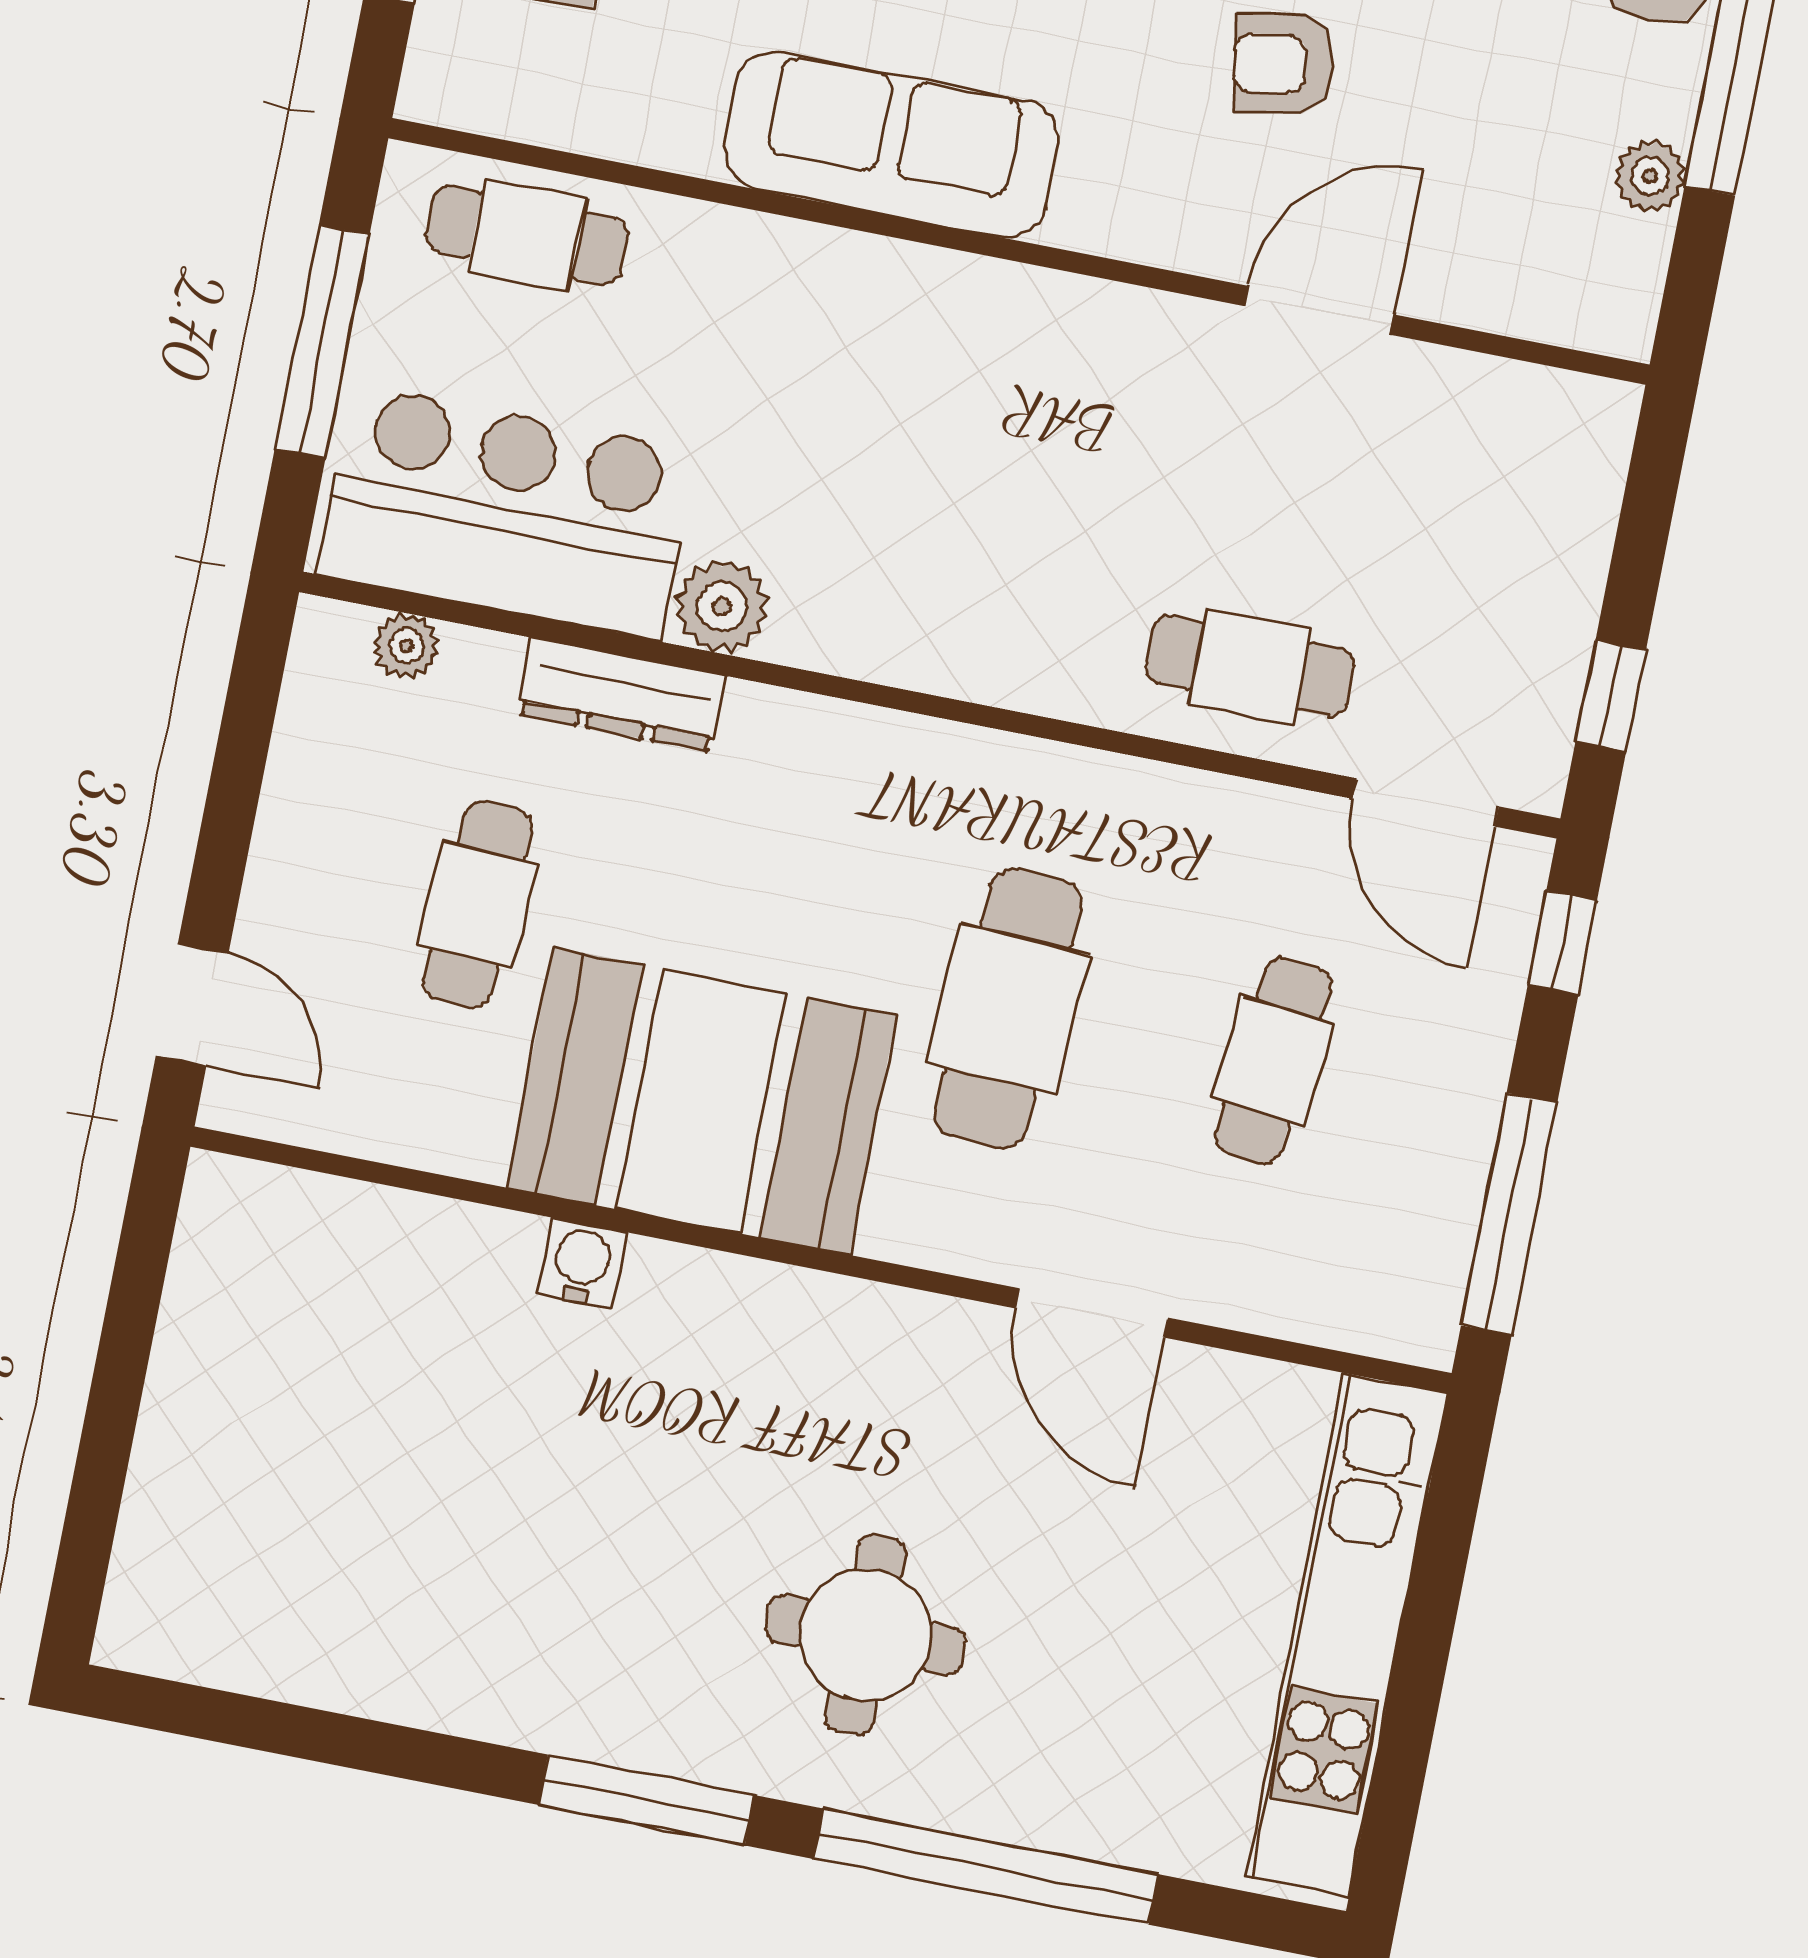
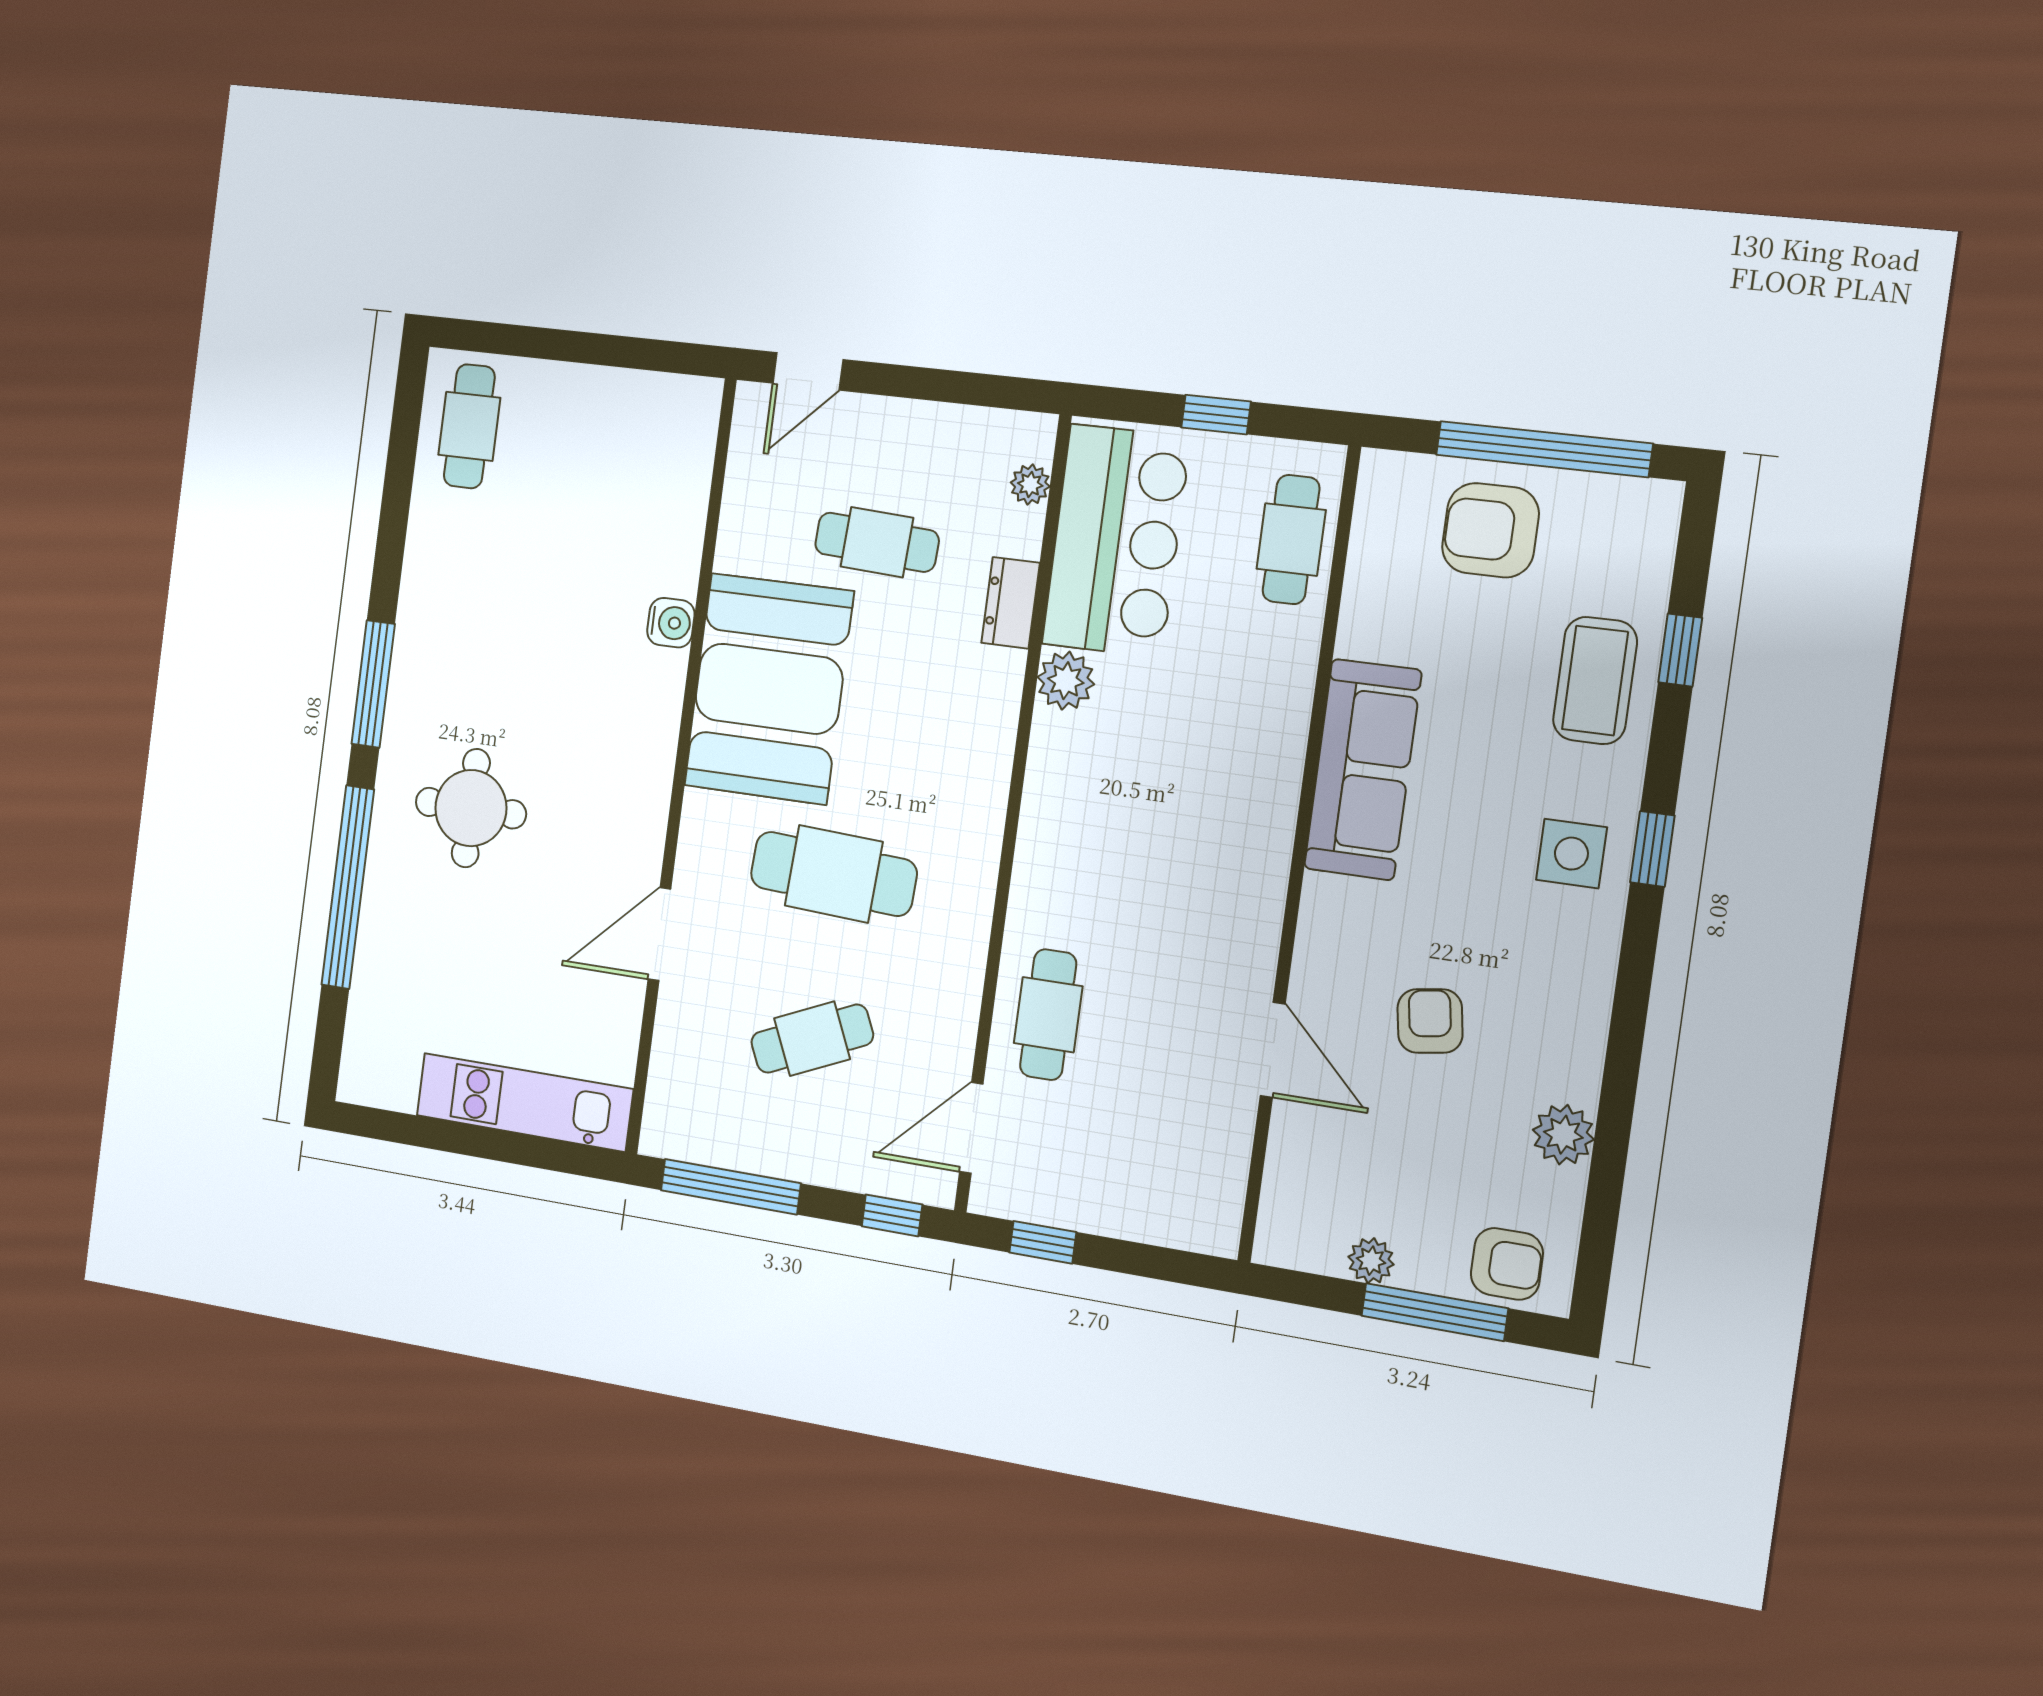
window: (322, 342) -> (1216, 415), width x0.46
dresser: (622, 695) -> (1011, 603), width x0.70
cafe table: (1273, 1061) -> (812, 1039), turned -30
cafe table: (228, 1600) -> (469, 426), added
kitchen unit: (1346, 1635) -> (524, 1102), width x0.73

